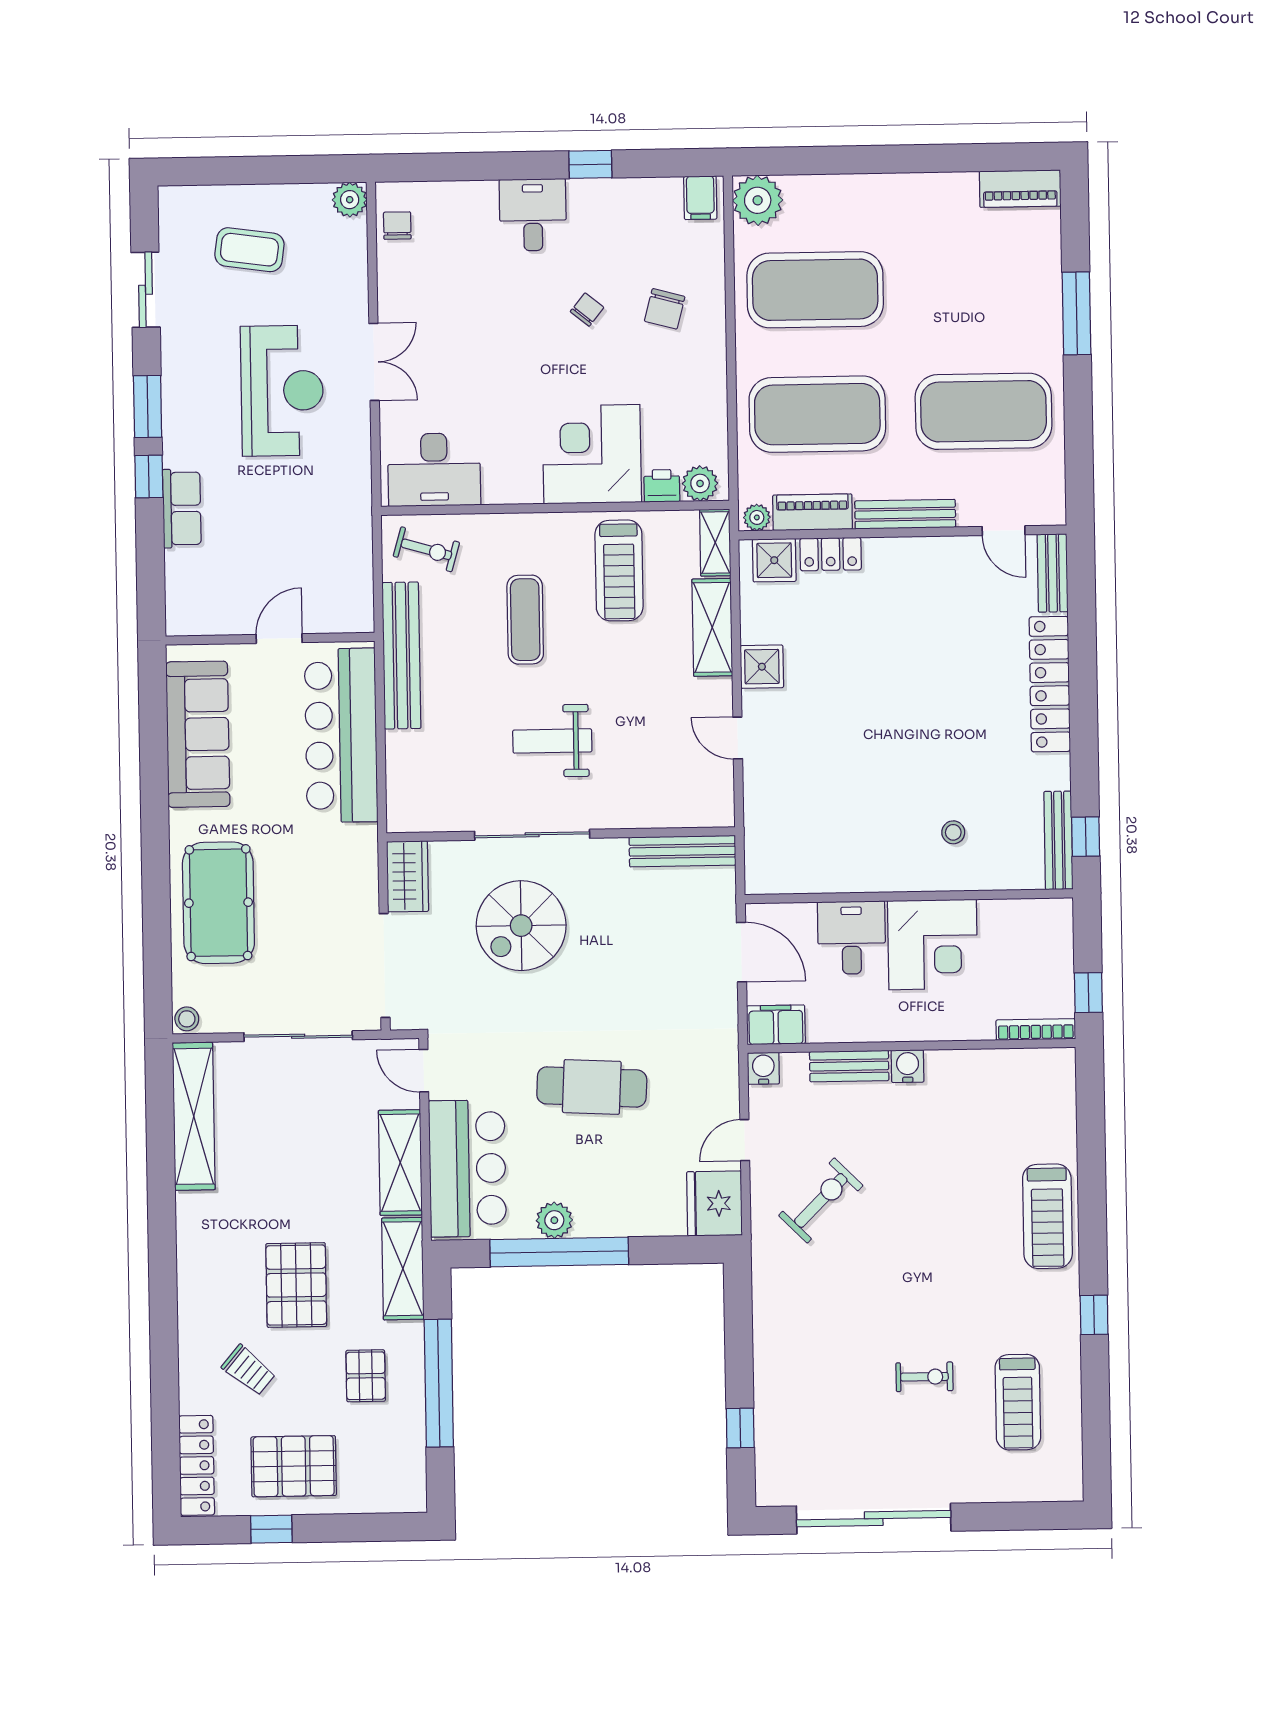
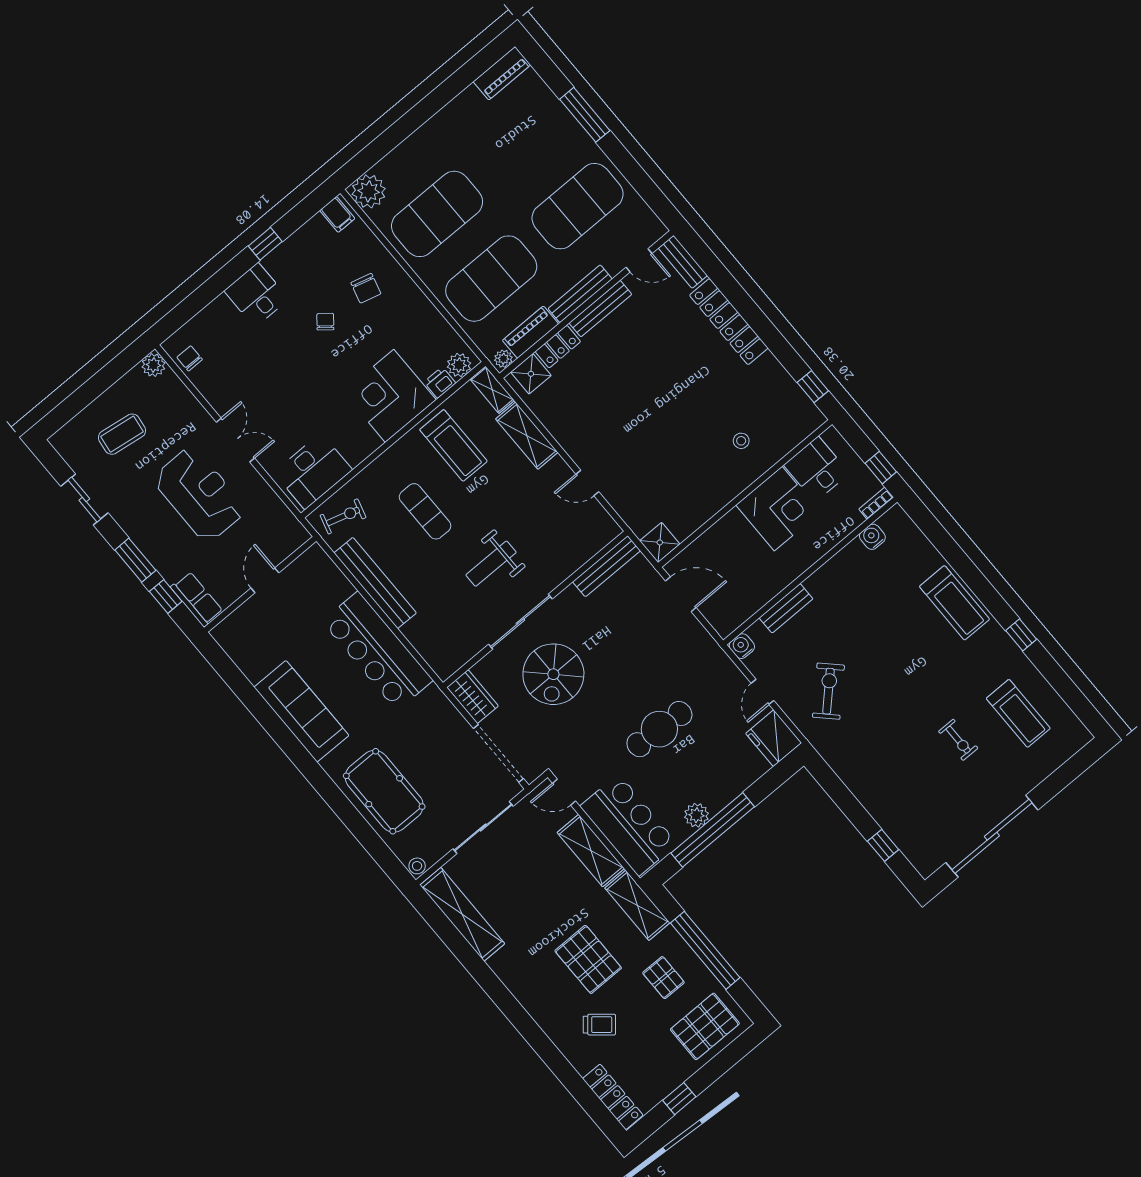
wall: (270, 639) -> (260, 584), moved
door: (279, 639) -> (265, 580), moved
shower: (762, 667) -> (660, 542), moved
bench: (1058, 840) -> (600, 309), moved, turned 90
desk: (852, 938) -> (817, 469), moved
filing cabinet: (776, 1025) -> (730, 618), removed
bookcase: (1036, 1029) -> (876, 503), width x0.64
water cooler: (908, 1066) -> (872, 537), moved
exercise bike: (924, 1377) -> (958, 740), turned 90
pallet: (294, 1466) -> (705, 1026), moved

